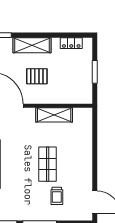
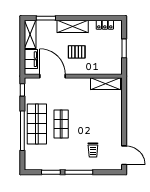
shelving: (54, 115) -> (105, 84), moved
shop shelf: (48, 164) -> (61, 124), moved

